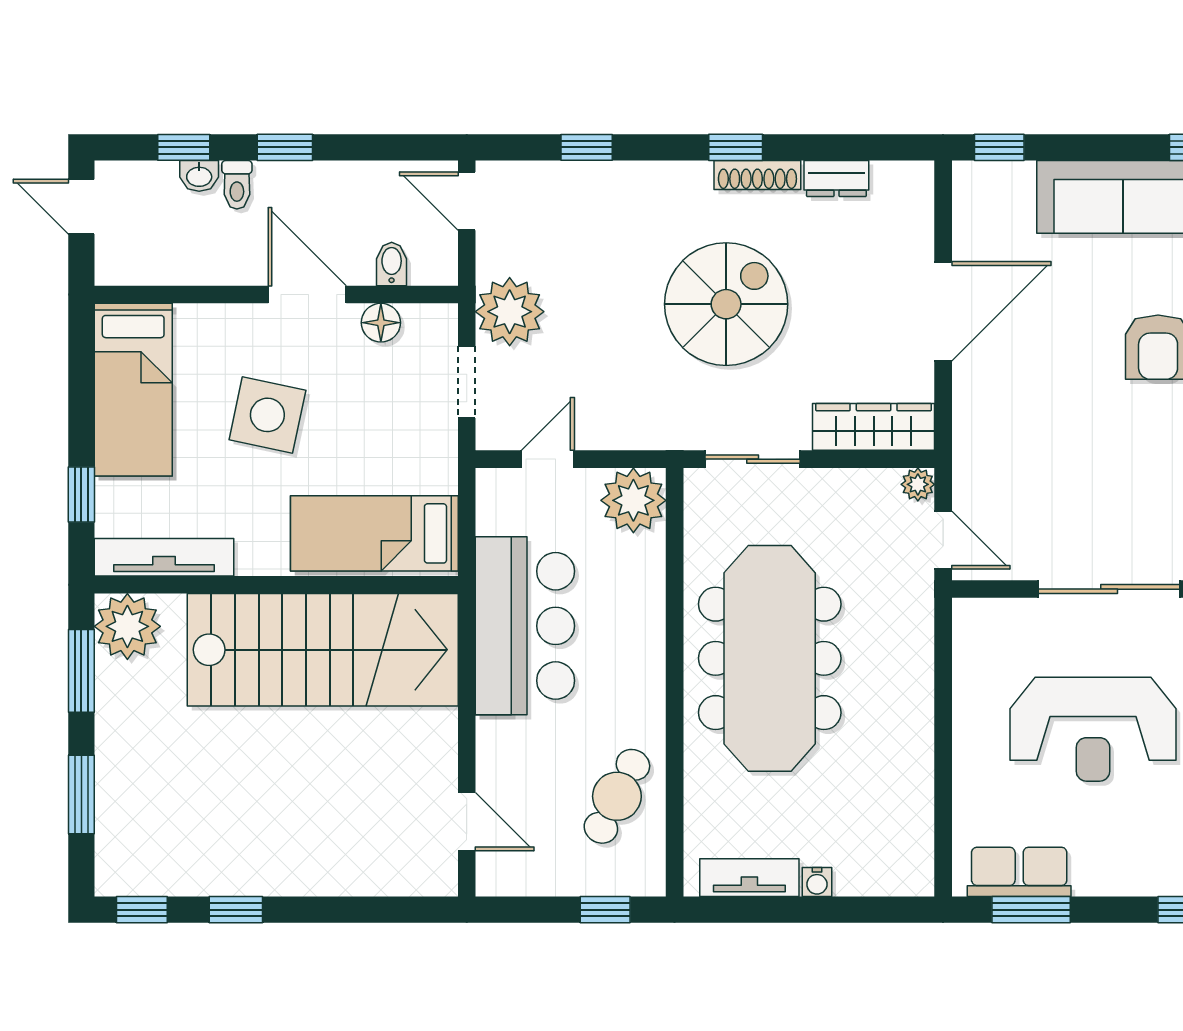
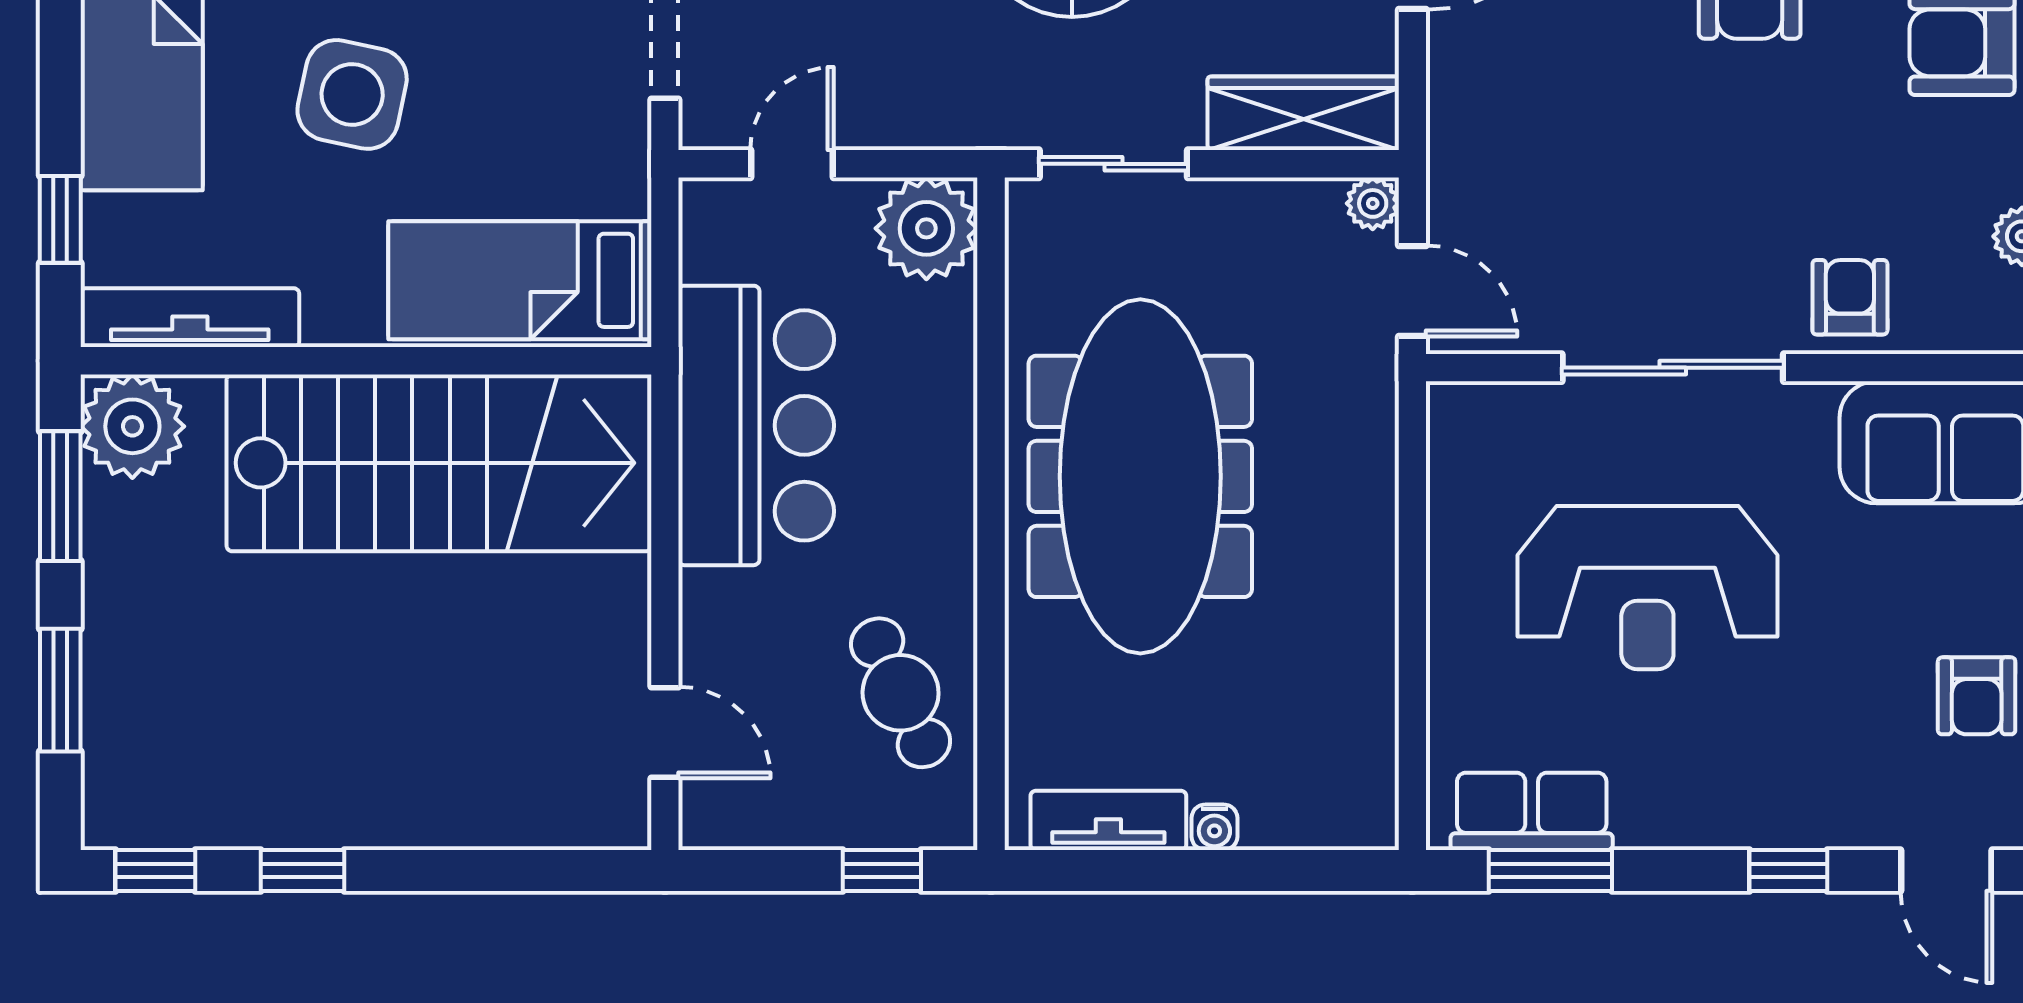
cafe table: (617, 796) -> (901, 693), turned -52

